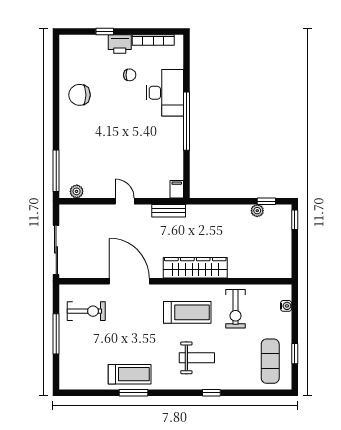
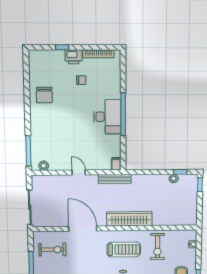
desk: (165, 93) -> (107, 117), moved
chair: (79, 95) -> (44, 95), turned -90
bench: (169, 211) -> (115, 179), width x1.36

